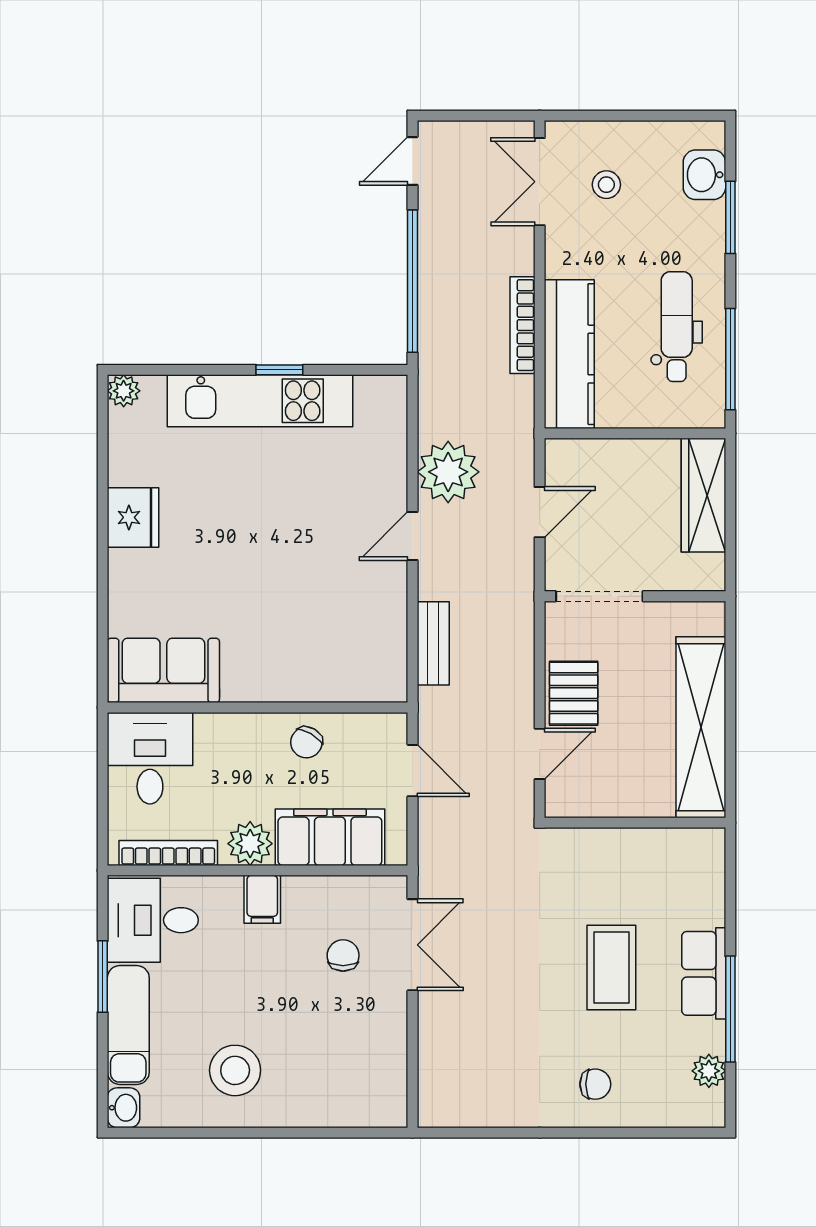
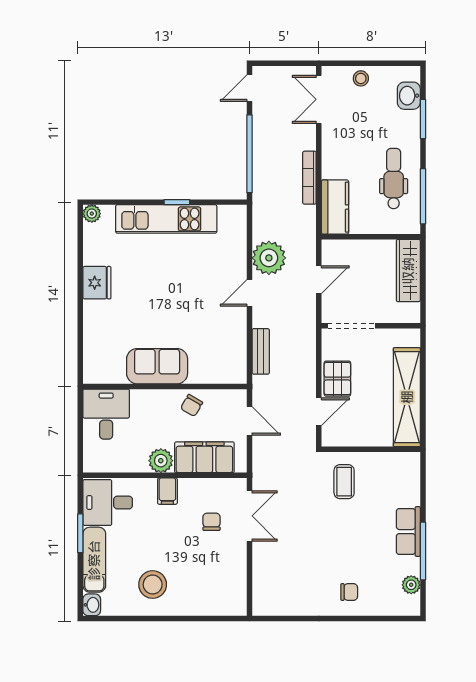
stool: (606, 185) -> (361, 78), moved
kitchen counter: (569, 354) -> (335, 207), width x0.67
sofa: (163, 670) -> (157, 366), moved
bookcase: (168, 853) -> (116, 466), removed
coffee table: (611, 968) -> (344, 482), moved, width x0.73, depth x0.77

